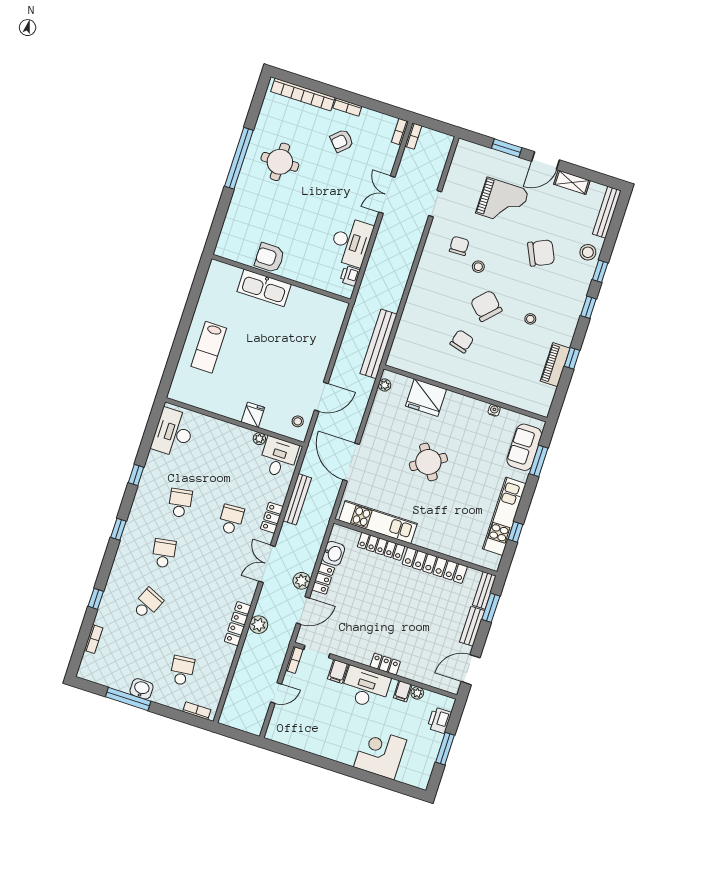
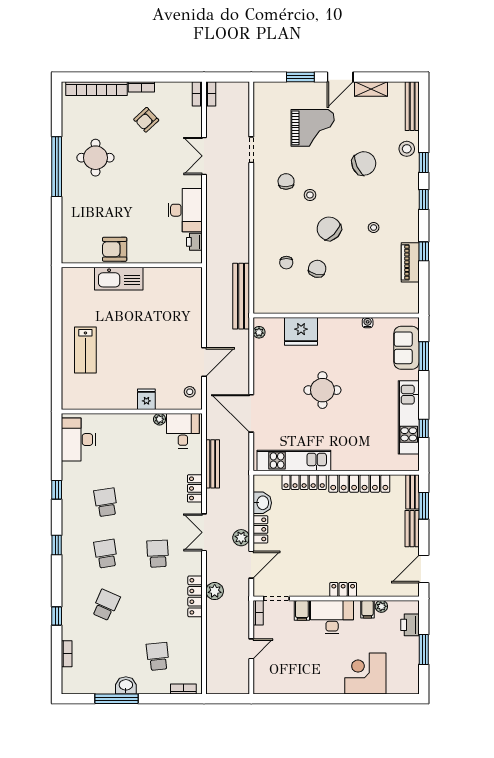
chair: (434, 325) -> (286, 263), added
round table: (428, 462) -> (322, 390), turned 33
school desk: (231, 520) -> (158, 554), moved

